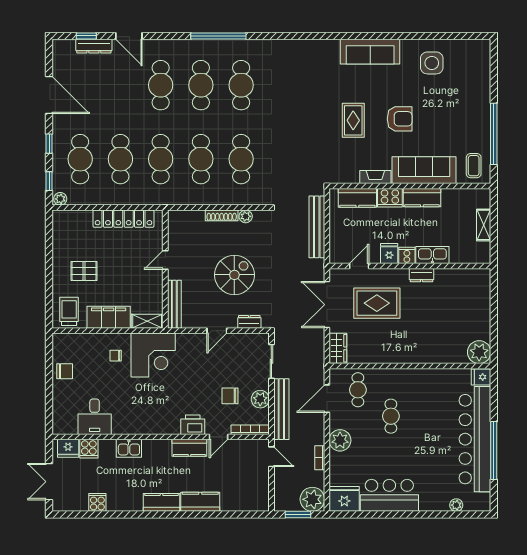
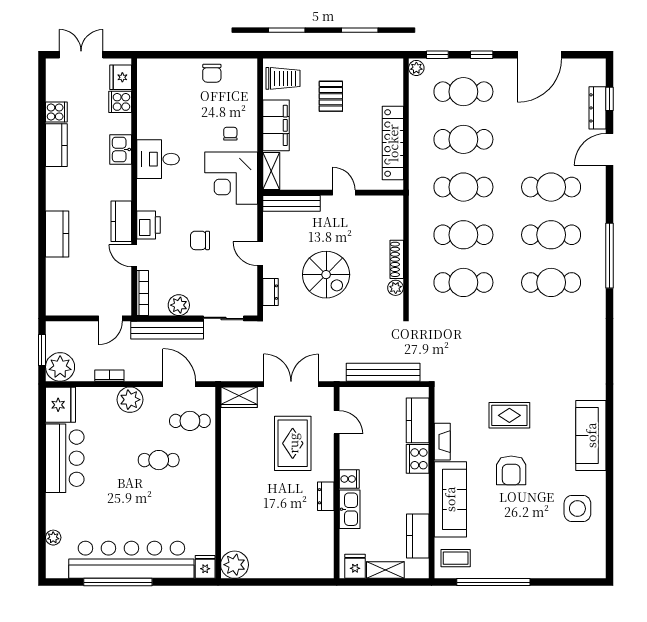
kitchen counter: (422, 198) -> (418, 536), moved
fridge: (389, 254) -> (355, 566), moved, turned -90
chair: (230, 396) -> (200, 240), moved, turned -90
desk: (95, 417) -> (158, 159), moved
kitchen counter: (161, 502) -> (56, 145), moved

